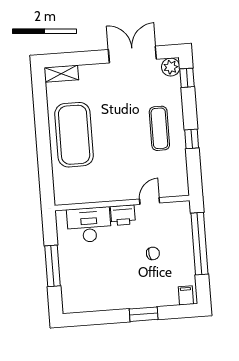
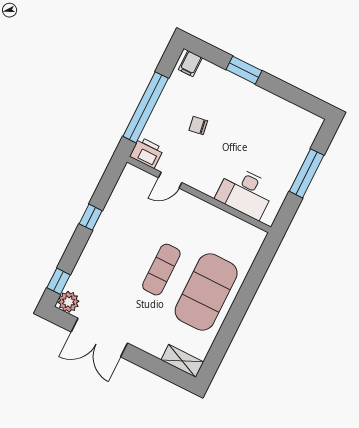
exercise mat: (159, 128) -> (161, 270), moved
printer: (123, 215) -> (147, 153), moved

